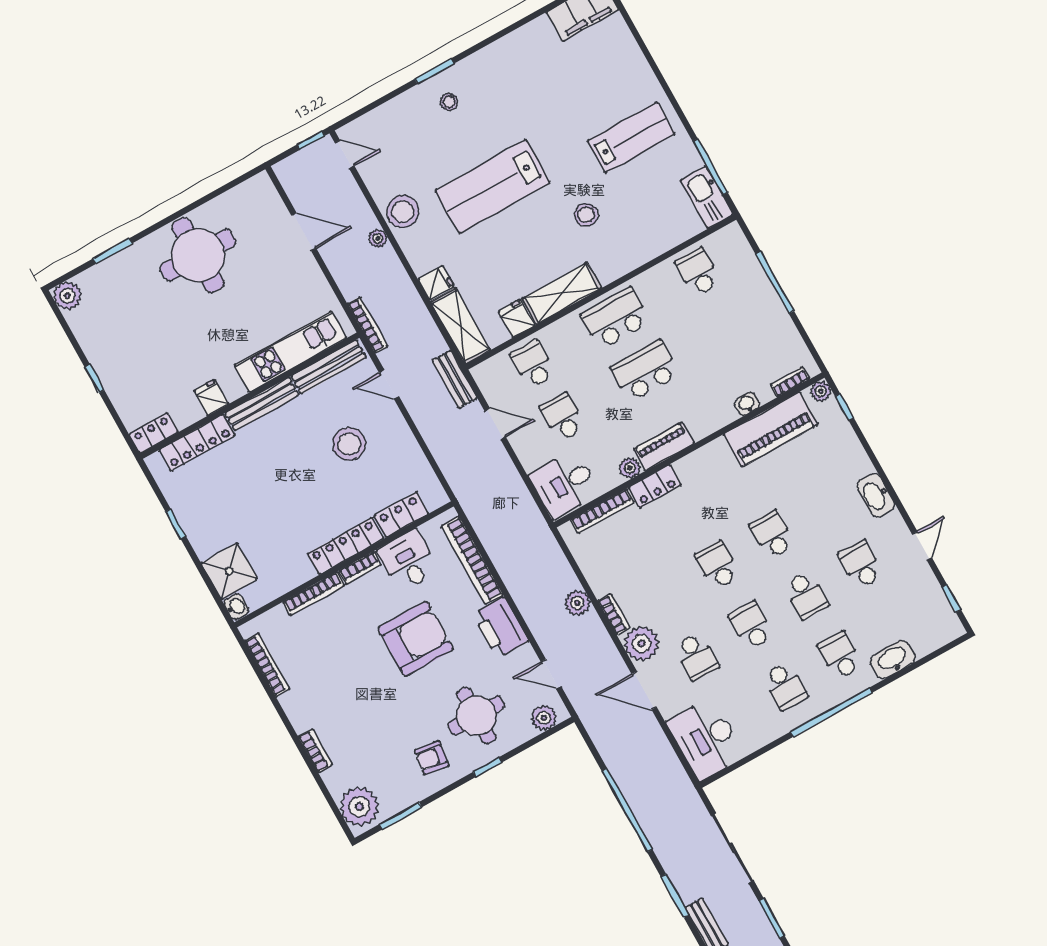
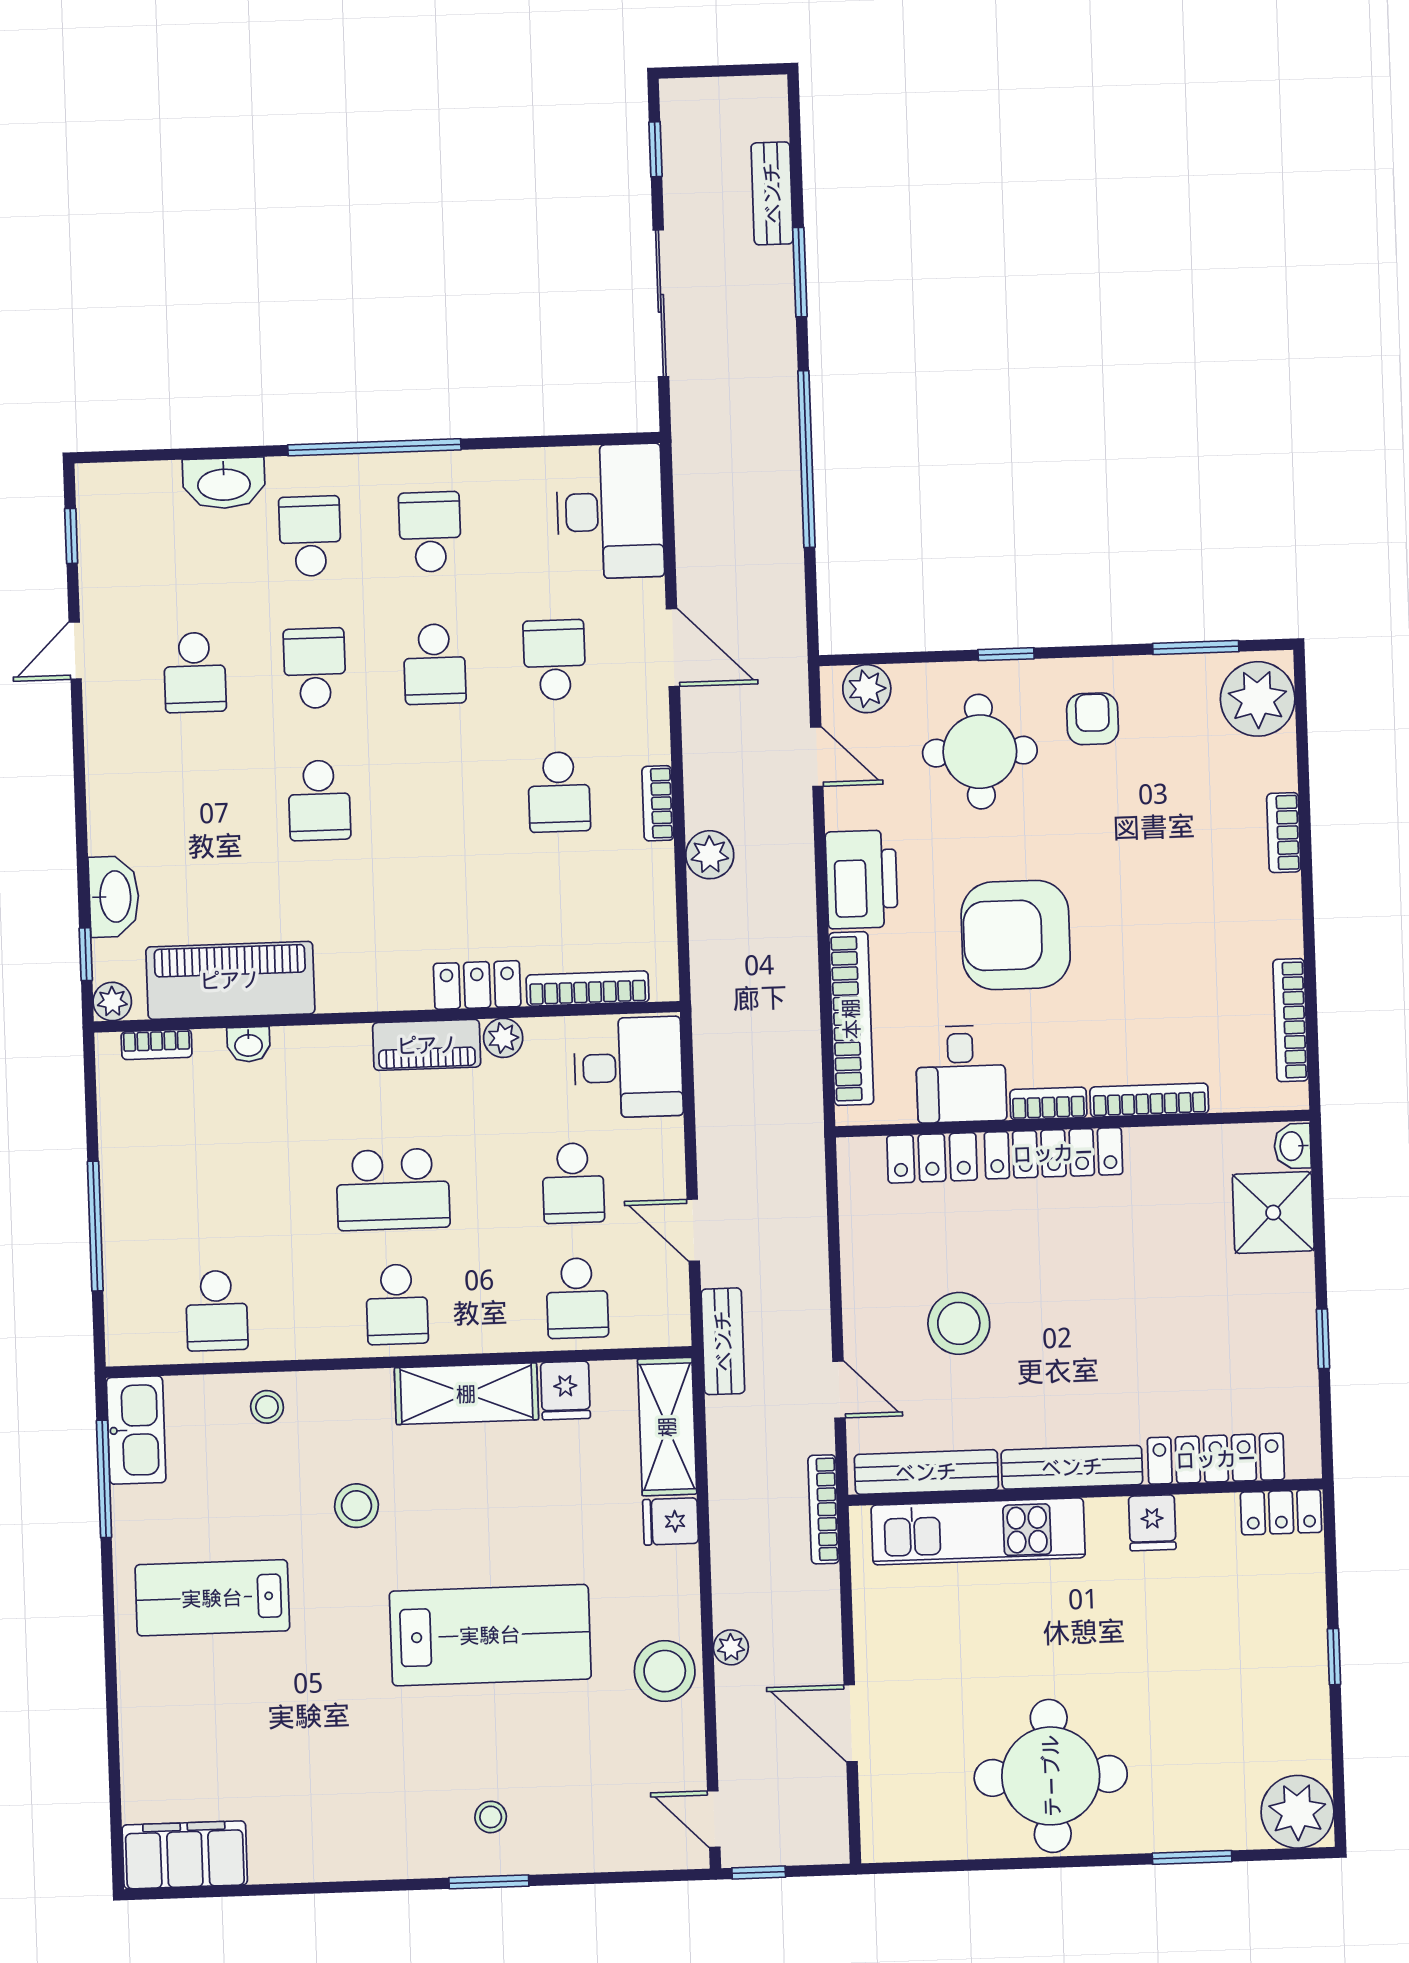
stool: (651, 239) -> (267, 1407), added
plant: (67, 296) -> (1297, 1812), width x1.36, depth x1.36
school desk: (616, 318) -> (397, 1304), width x0.54
washbasin: (876, 495) -> (114, 897), moved
school desk: (718, 565) -> (559, 792), moved
plant: (641, 644) -> (637, 730), removed
school desk: (840, 656) -> (310, 536), turned 180
armchair: (432, 758) -> (1093, 719), turned -98
window: (772, 919) -> (655, 149), width x0.67

